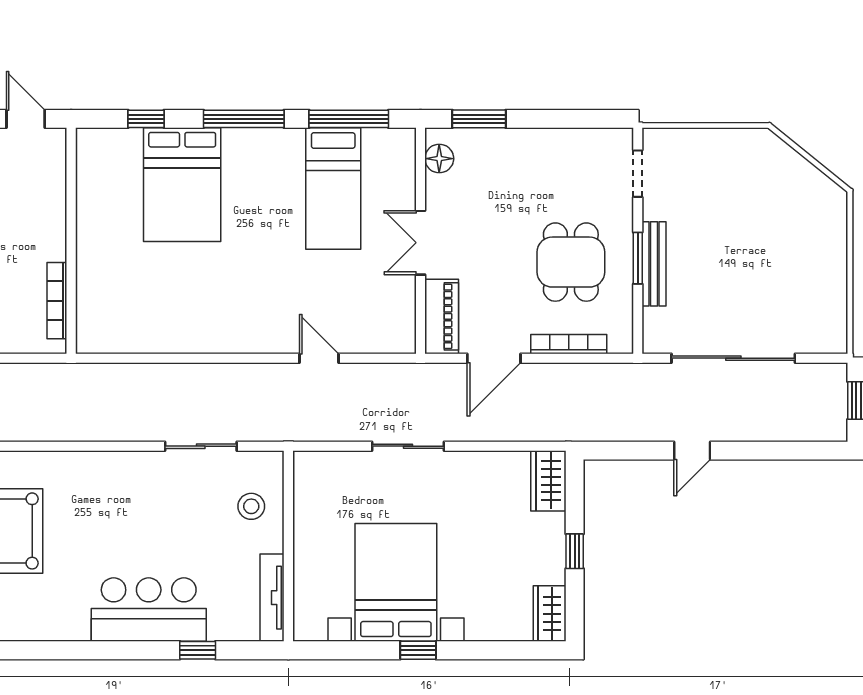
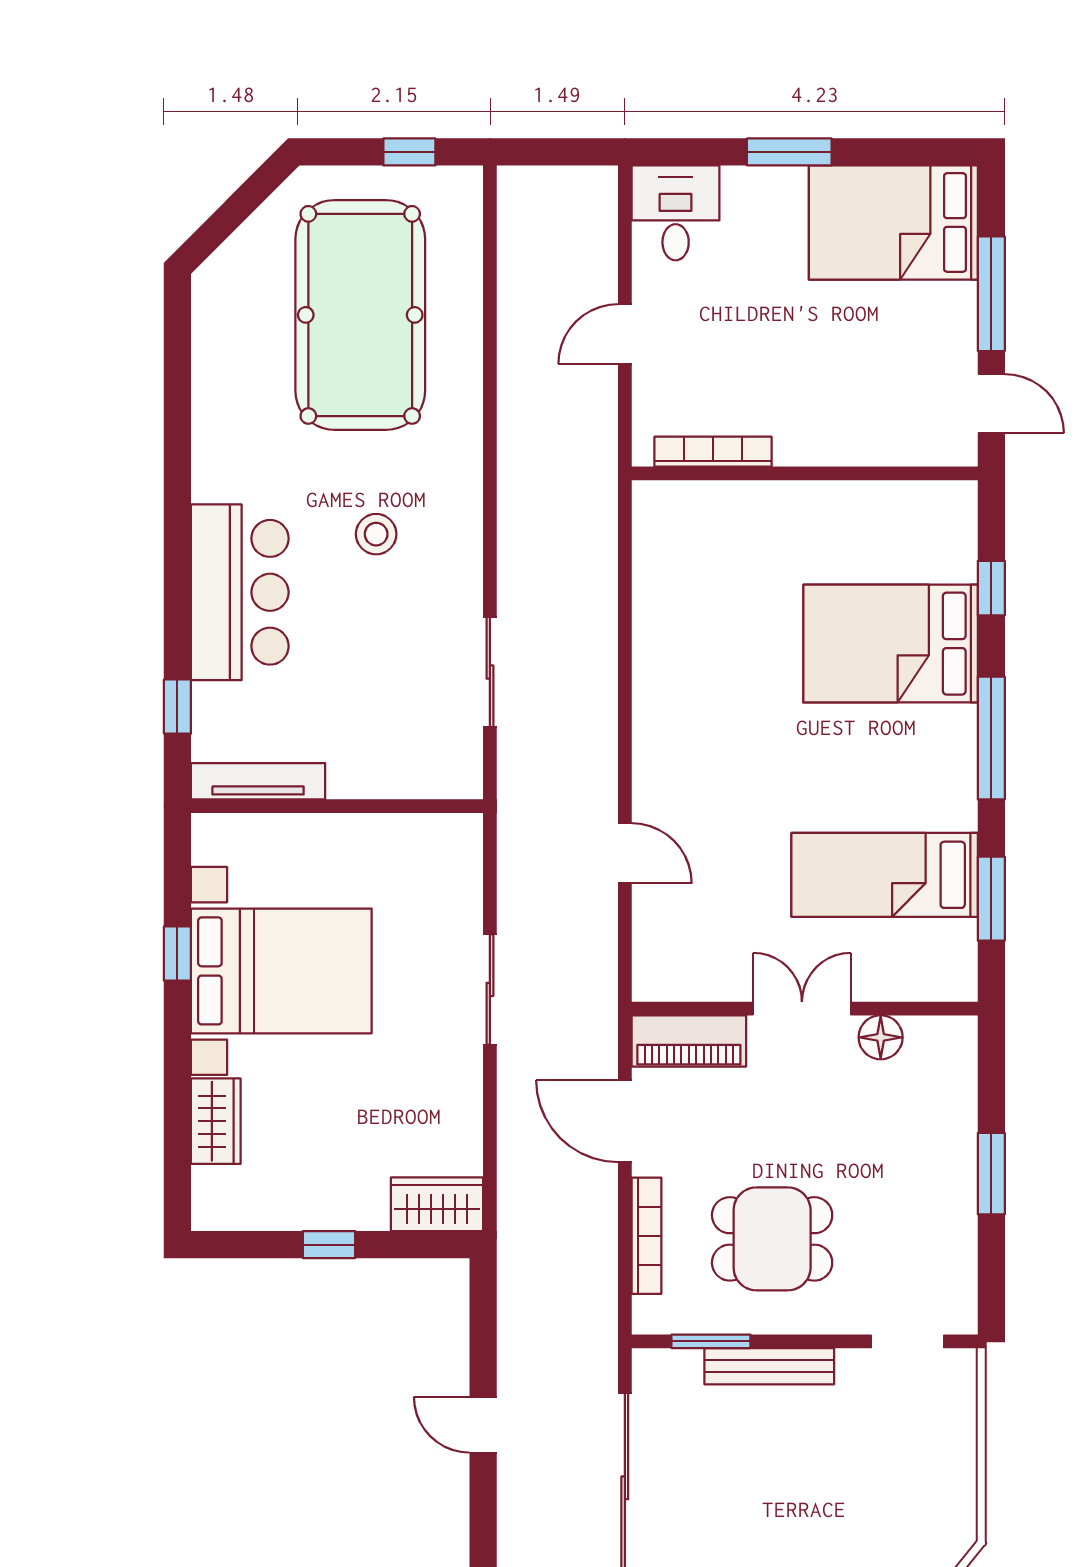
door: (26, 119) -> (991, 404), hinge flipped
window: (349, 119) -> (991, 899), width x0.69
window: (479, 119) -> (991, 1174), moved
floor lamp: (439, 159) -> (881, 1037), moved
window: (638, 258) -> (711, 1341), moved
door: (319, 358) -> (625, 853), hinge flipped
stool: (251, 506) -> (376, 534), moved
wardrobe: (550, 614) -> (216, 1121), moved, turned 90
window: (198, 650) -> (177, 707), moved
window: (418, 650) -> (177, 953), moved

